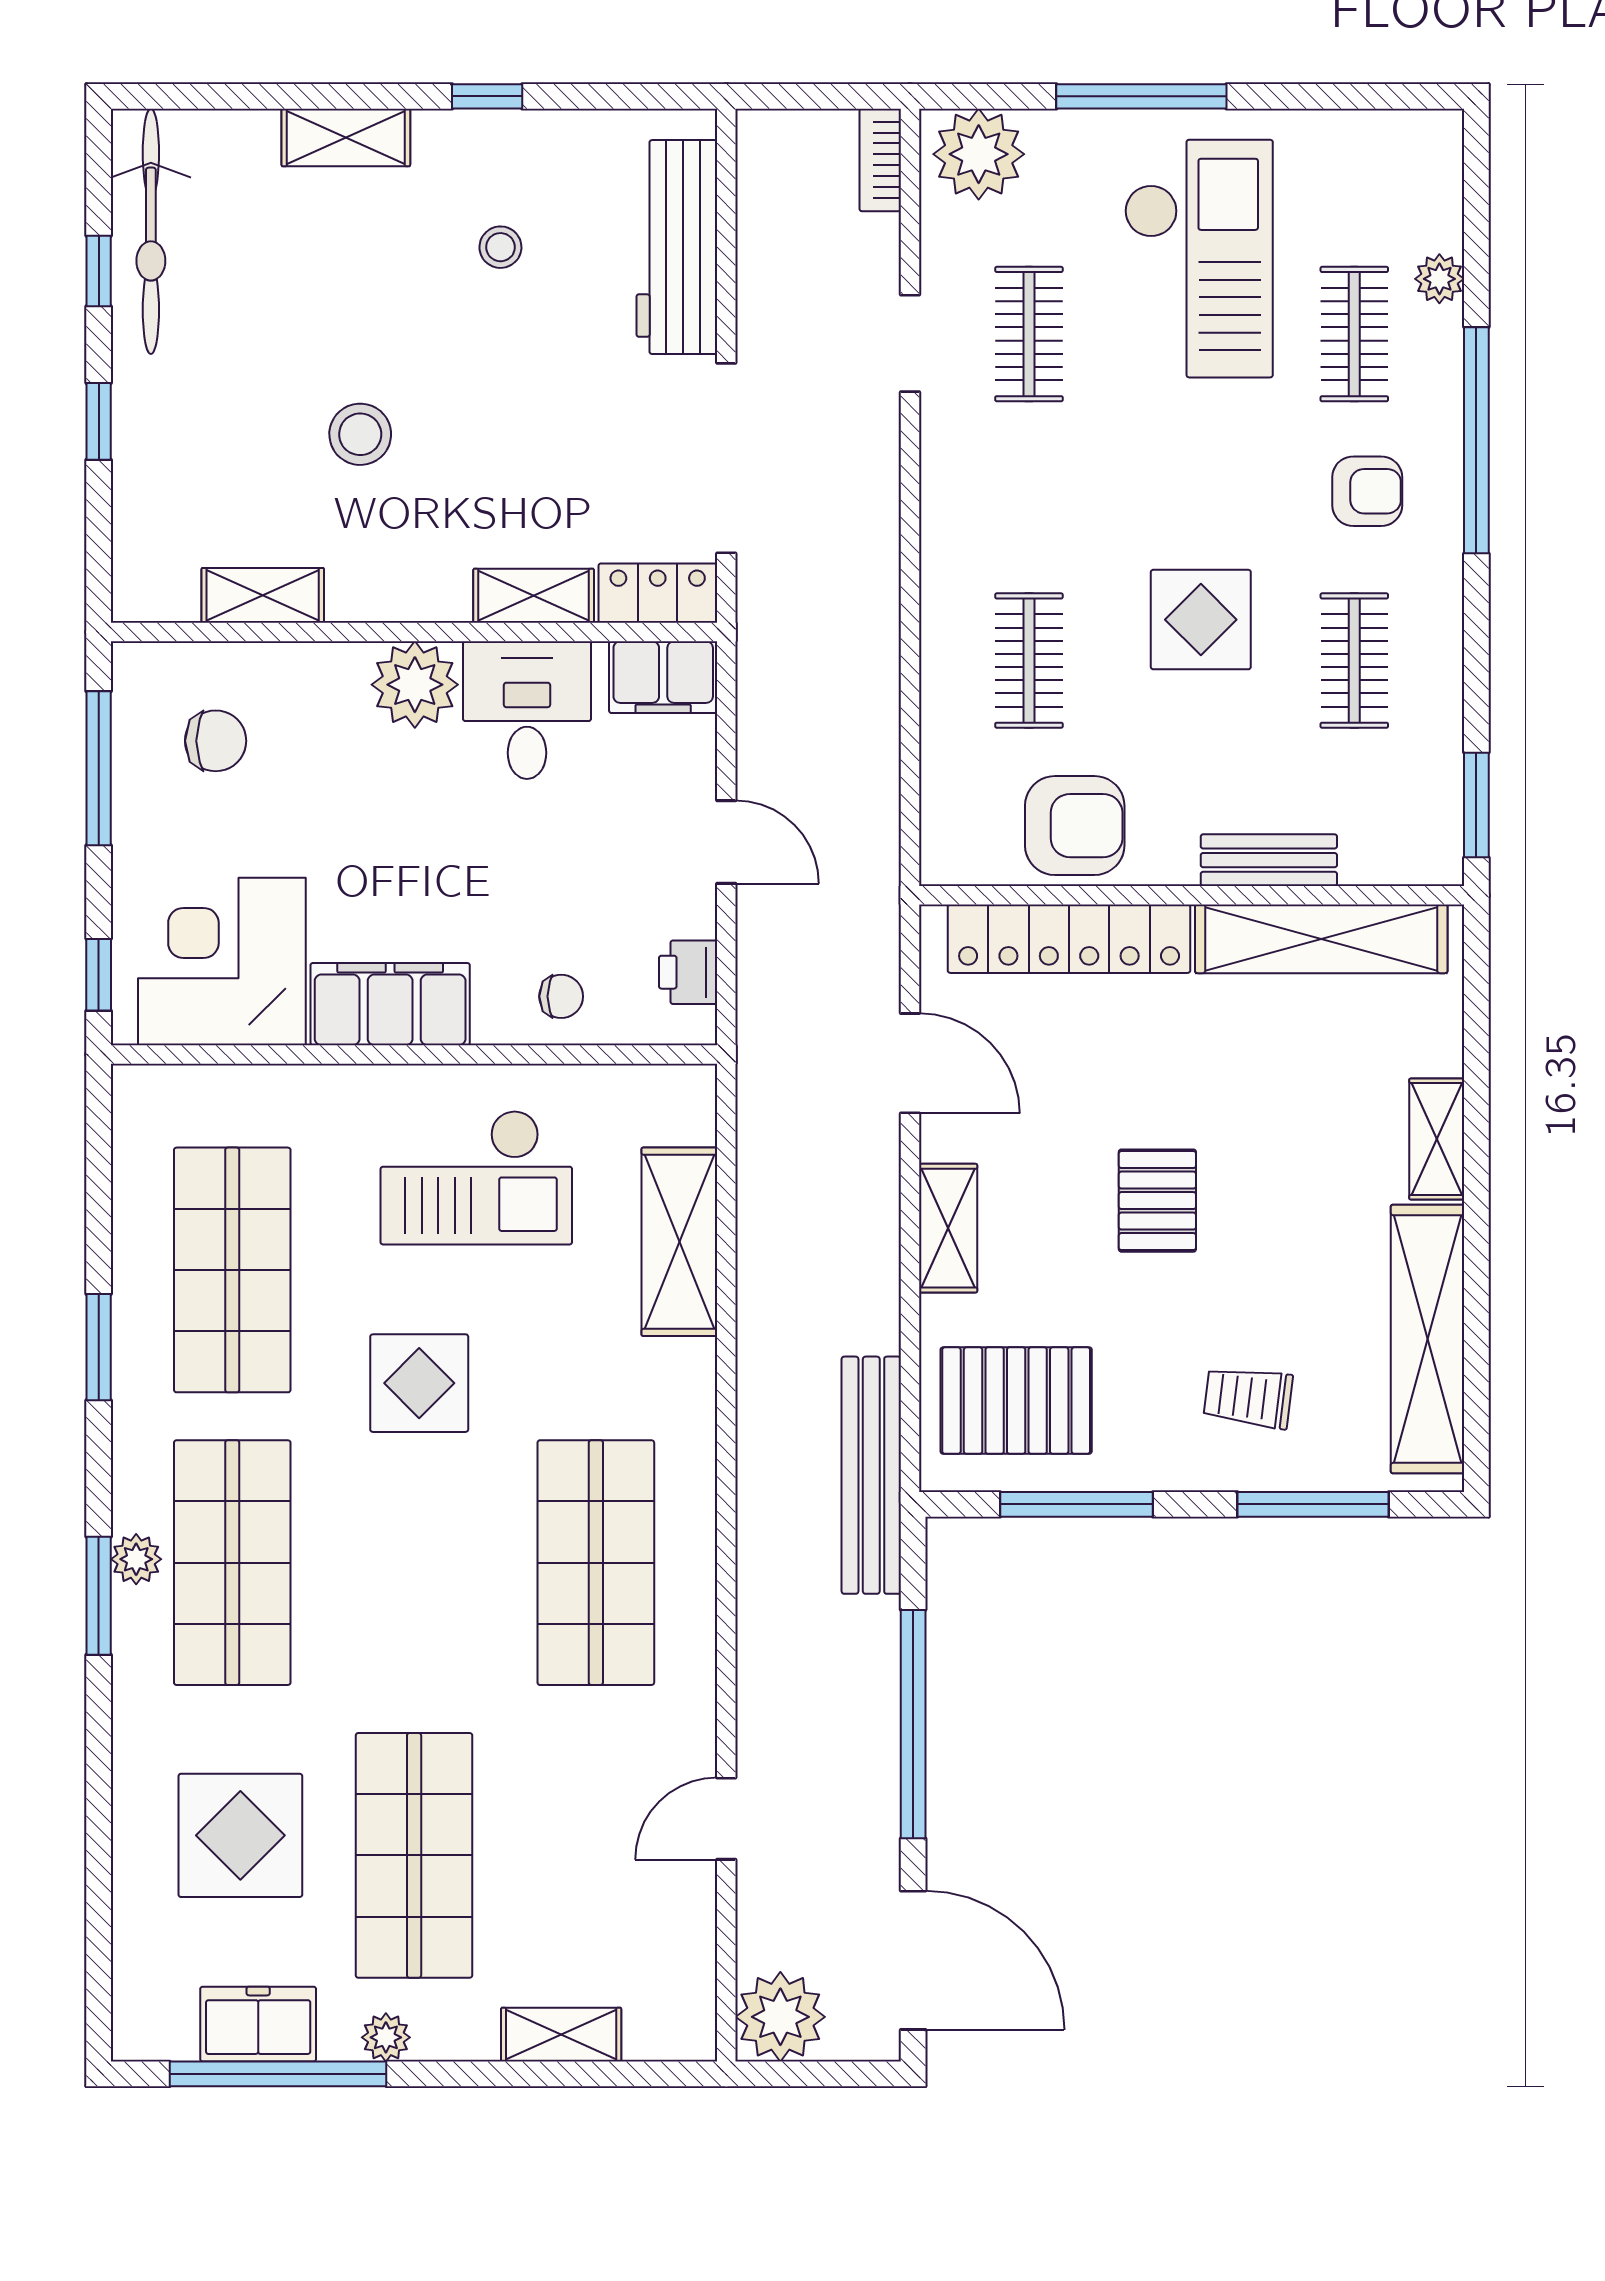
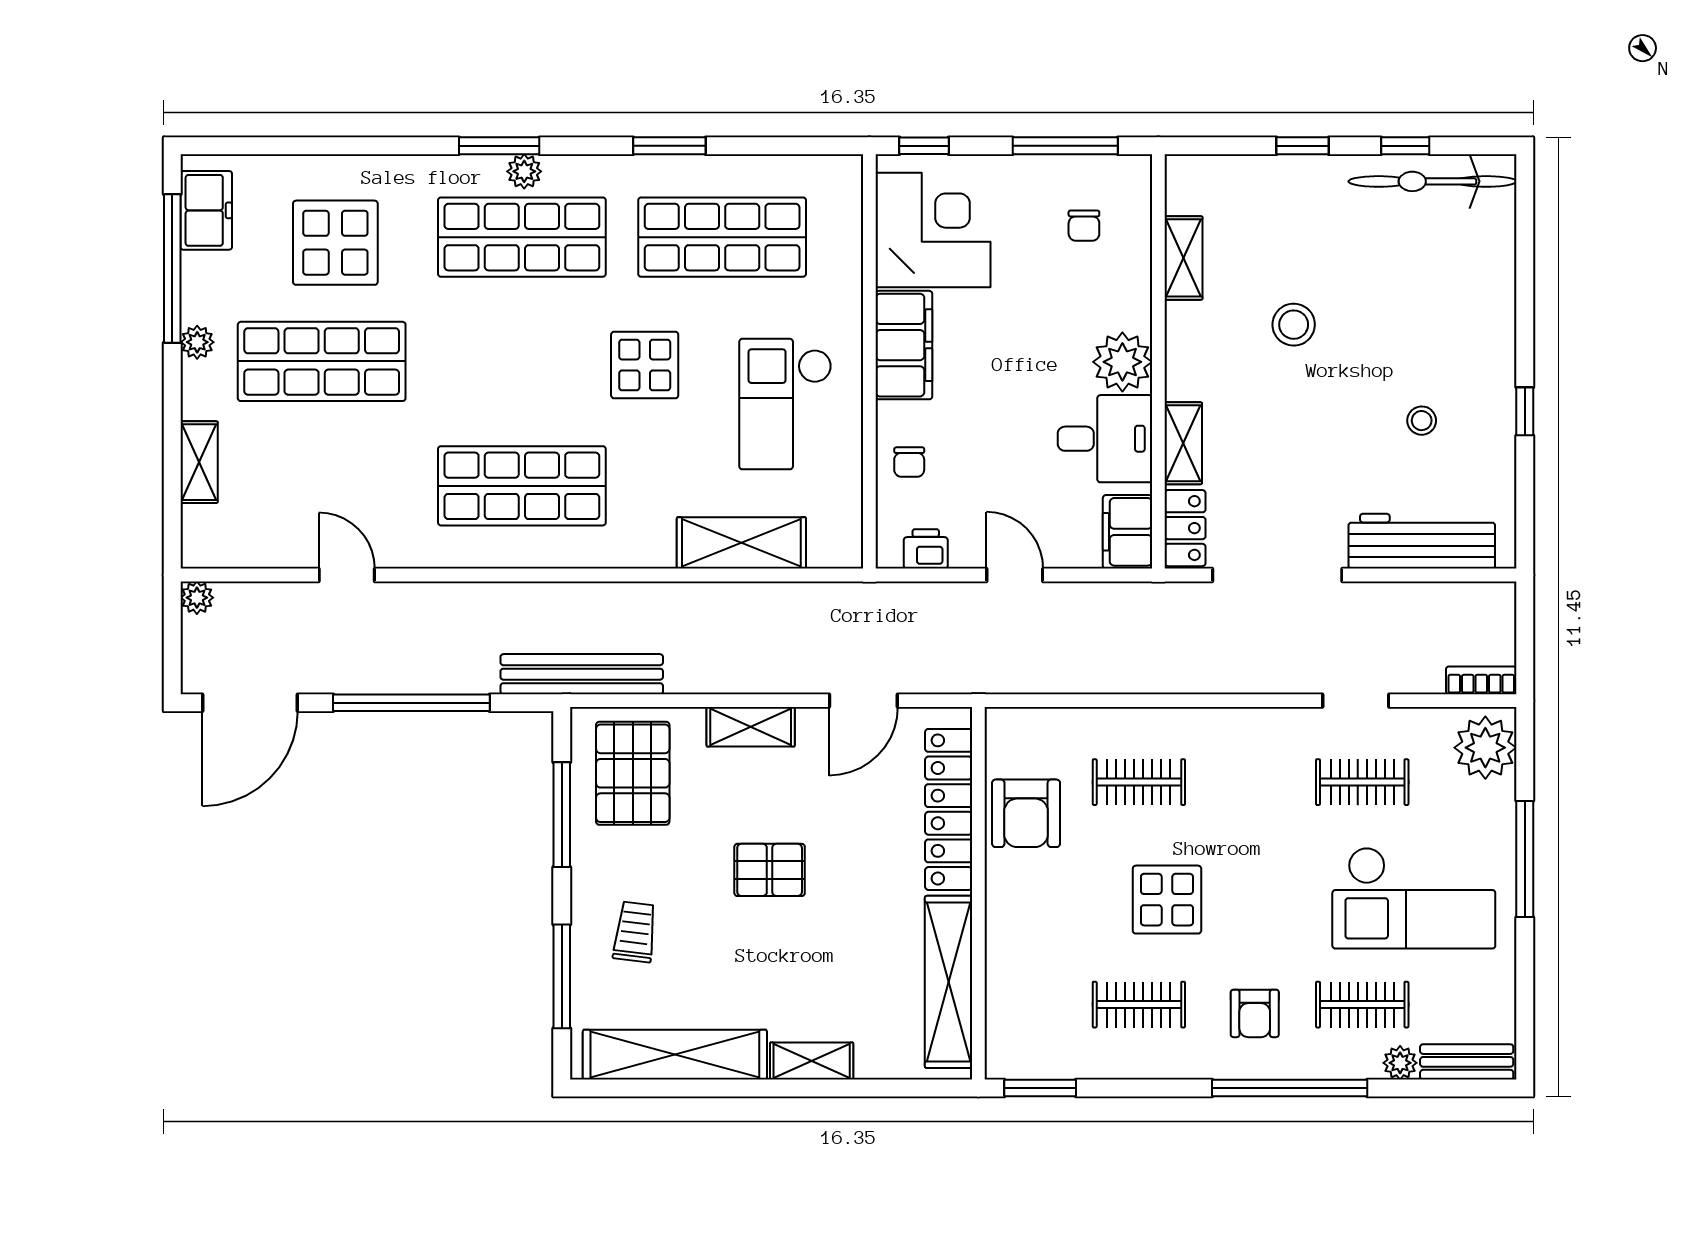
shelving: (346, 137) -> (1497, 315), removed
chair: (216, 741) -> (1084, 226), width x0.73, depth x0.73
door: (726, 842) -> (1015, 575), swing flipped
bench: (1269, 860) -> (1467, 1062), moved, turned 90
plant: (780, 2017) -> (197, 598), width x0.53, depth x0.53
freezer: (258, 2024) -> (206, 210), moved

